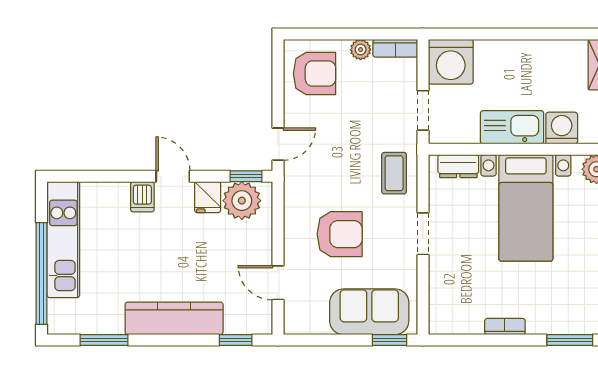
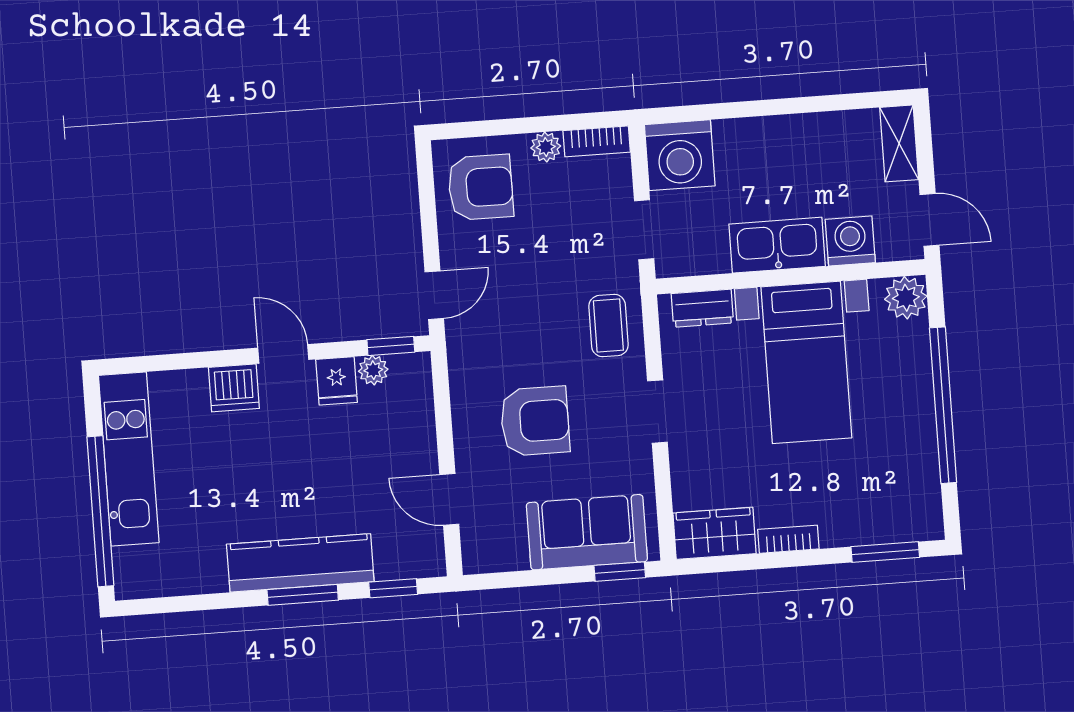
dishwasher: (142, 197) -> (234, 388), width x1.38
plant: (242, 201) -> (373, 370), width x0.53, depth x0.53
wardrobe: (455, 319) -> (715, 533), added
window: (104, 340) -> (303, 595), moved

